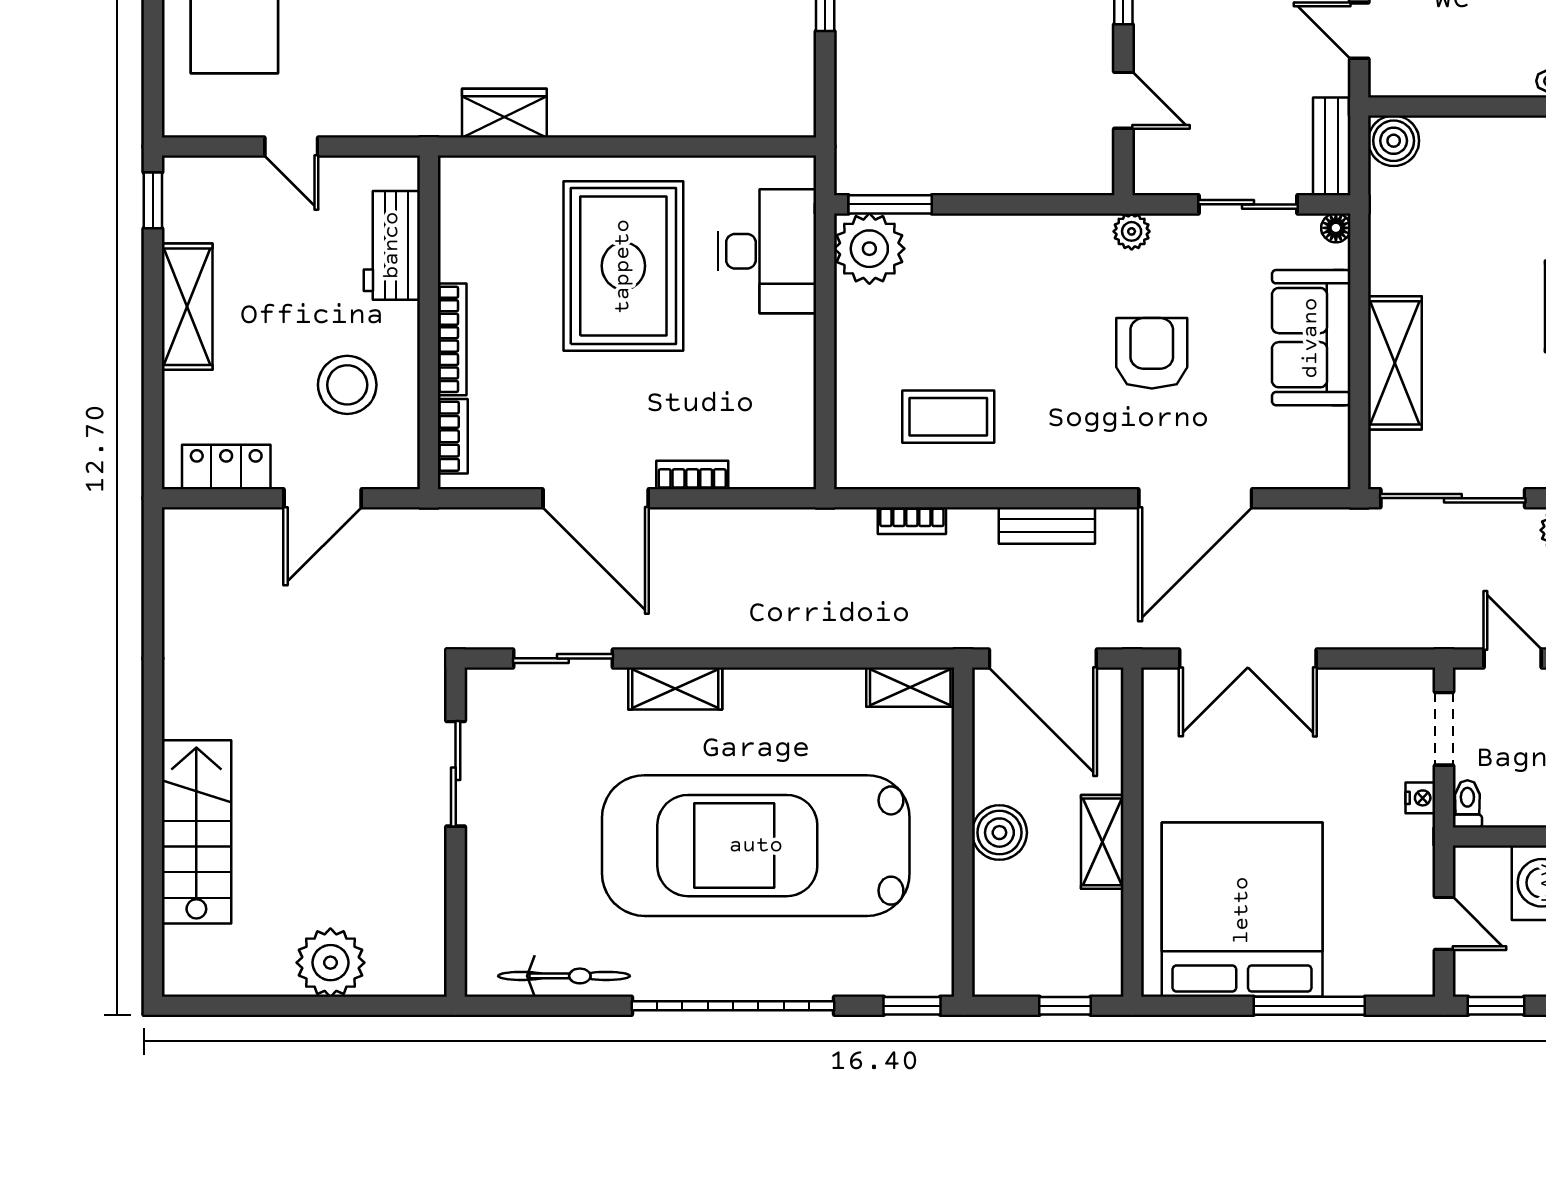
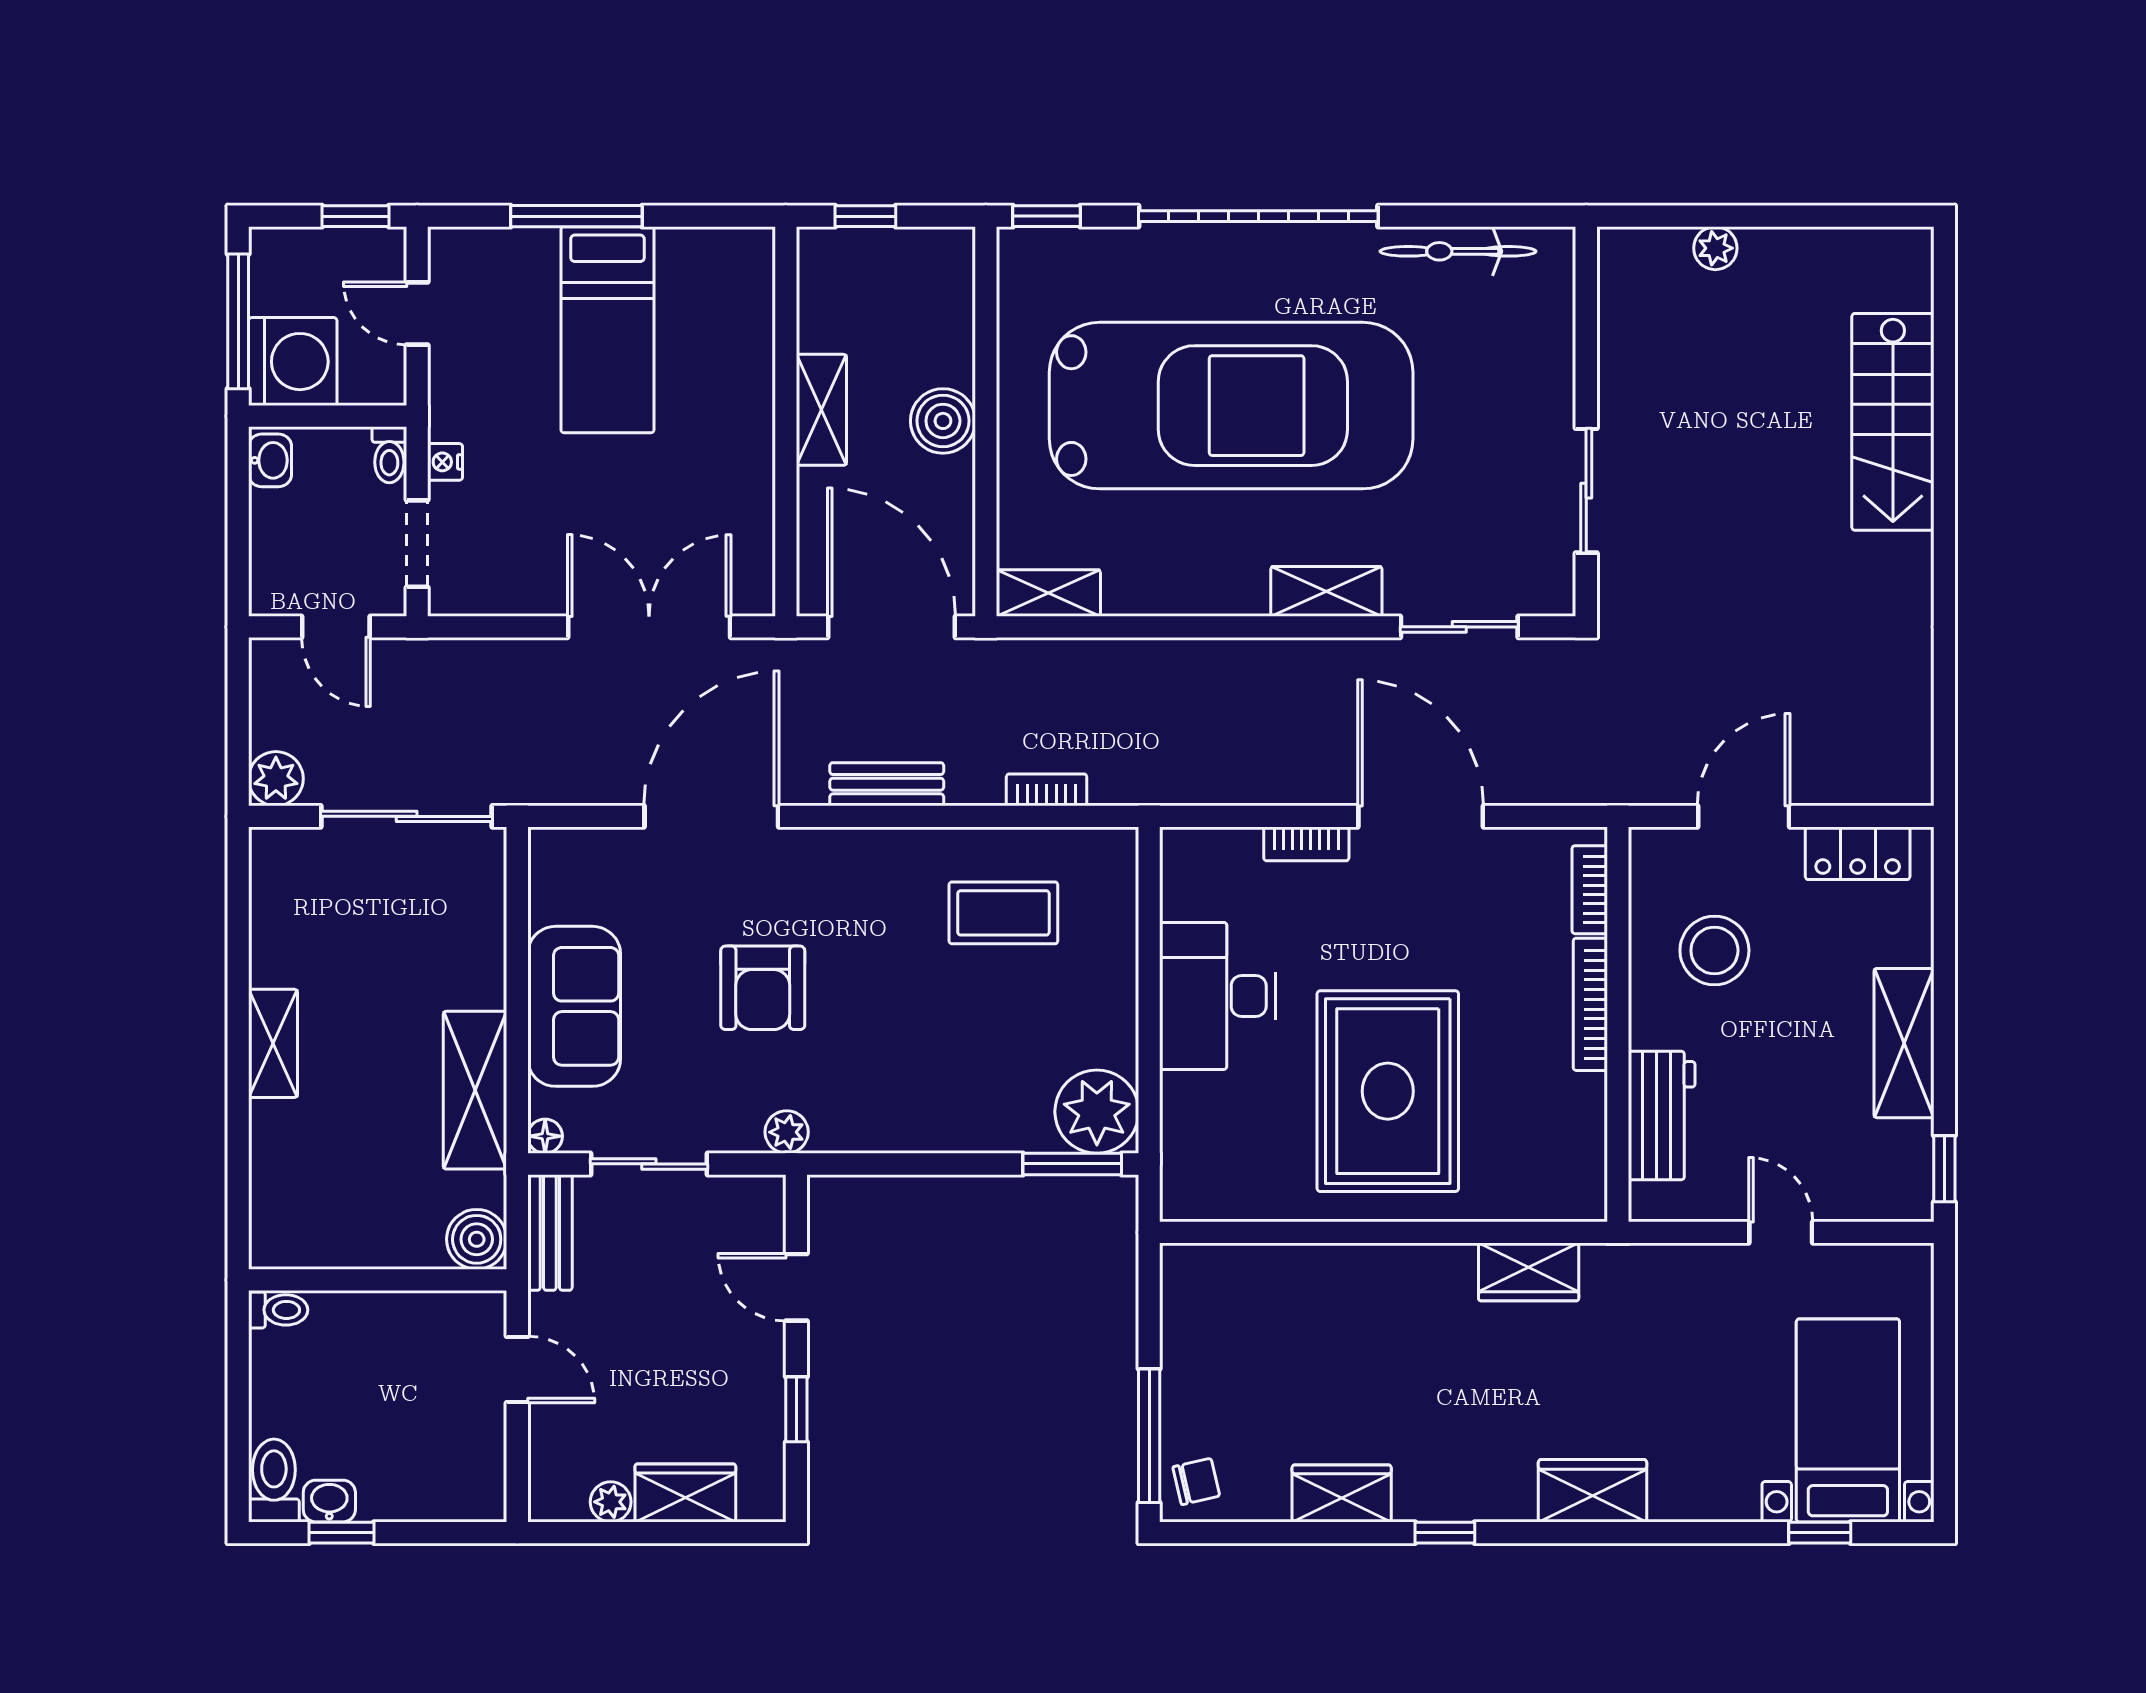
desk: (767, 251) -> (1217, 996), moved
shelving: (1395, 363) -> (475, 1090), moved
bed: (1242, 910) -> (607, 330), width x0.49
plant: (330, 963) -> (1715, 248), width x0.53, depth x0.53

